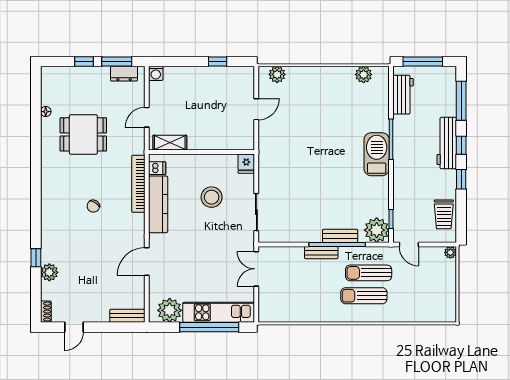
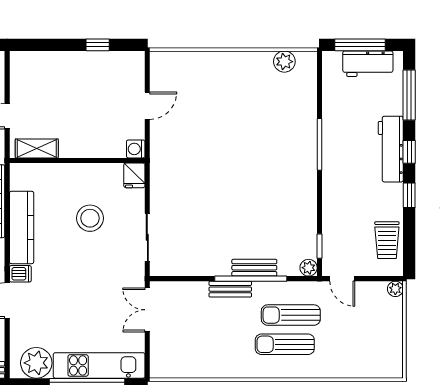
washing machine: (156, 73) -> (136, 149), moved, turned 90
plant: (277, 74) -> (174, 61), removed
workbench: (403, 95) -> (368, 64), moved, turned 90
barbecue: (377, 154) -> (301, 163), removed
dishwasher: (157, 168) -> (20, 274), moved
plant: (377, 230) -> (309, 268), width x0.53, depth x0.53

